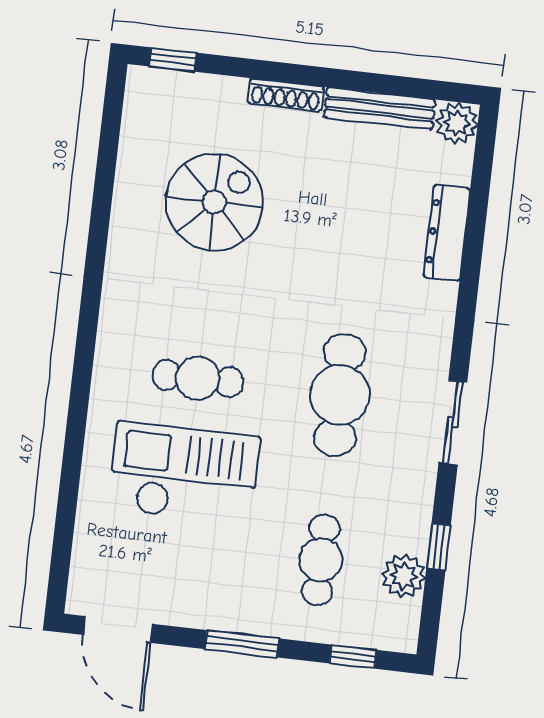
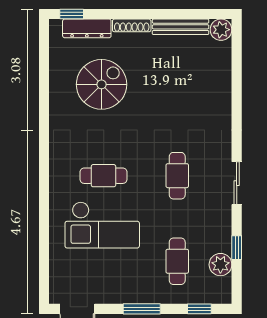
dresser: (447, 233) -> (87, 28), moved, turned -90
cafe table: (340, 395) -> (177, 176), width x0.73, depth x0.74
checkout: (184, 473) -> (102, 225), turned 180

